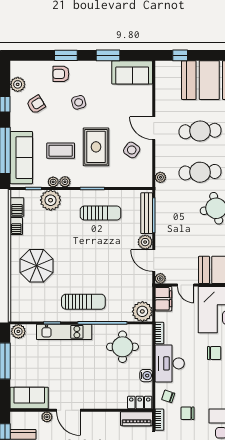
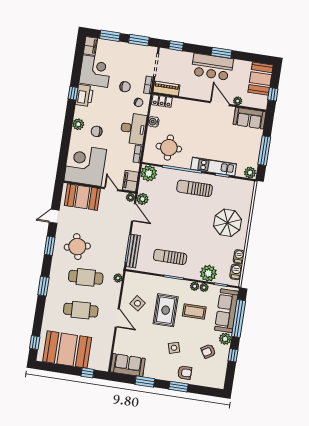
plant: (18, 84) -> (225, 339), moved
plant: (145, 242) -> (143, 199), moved

